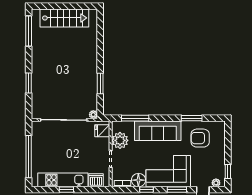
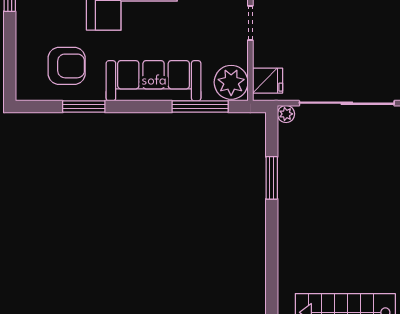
plant: (120, 140) -> (231, 82), moved

